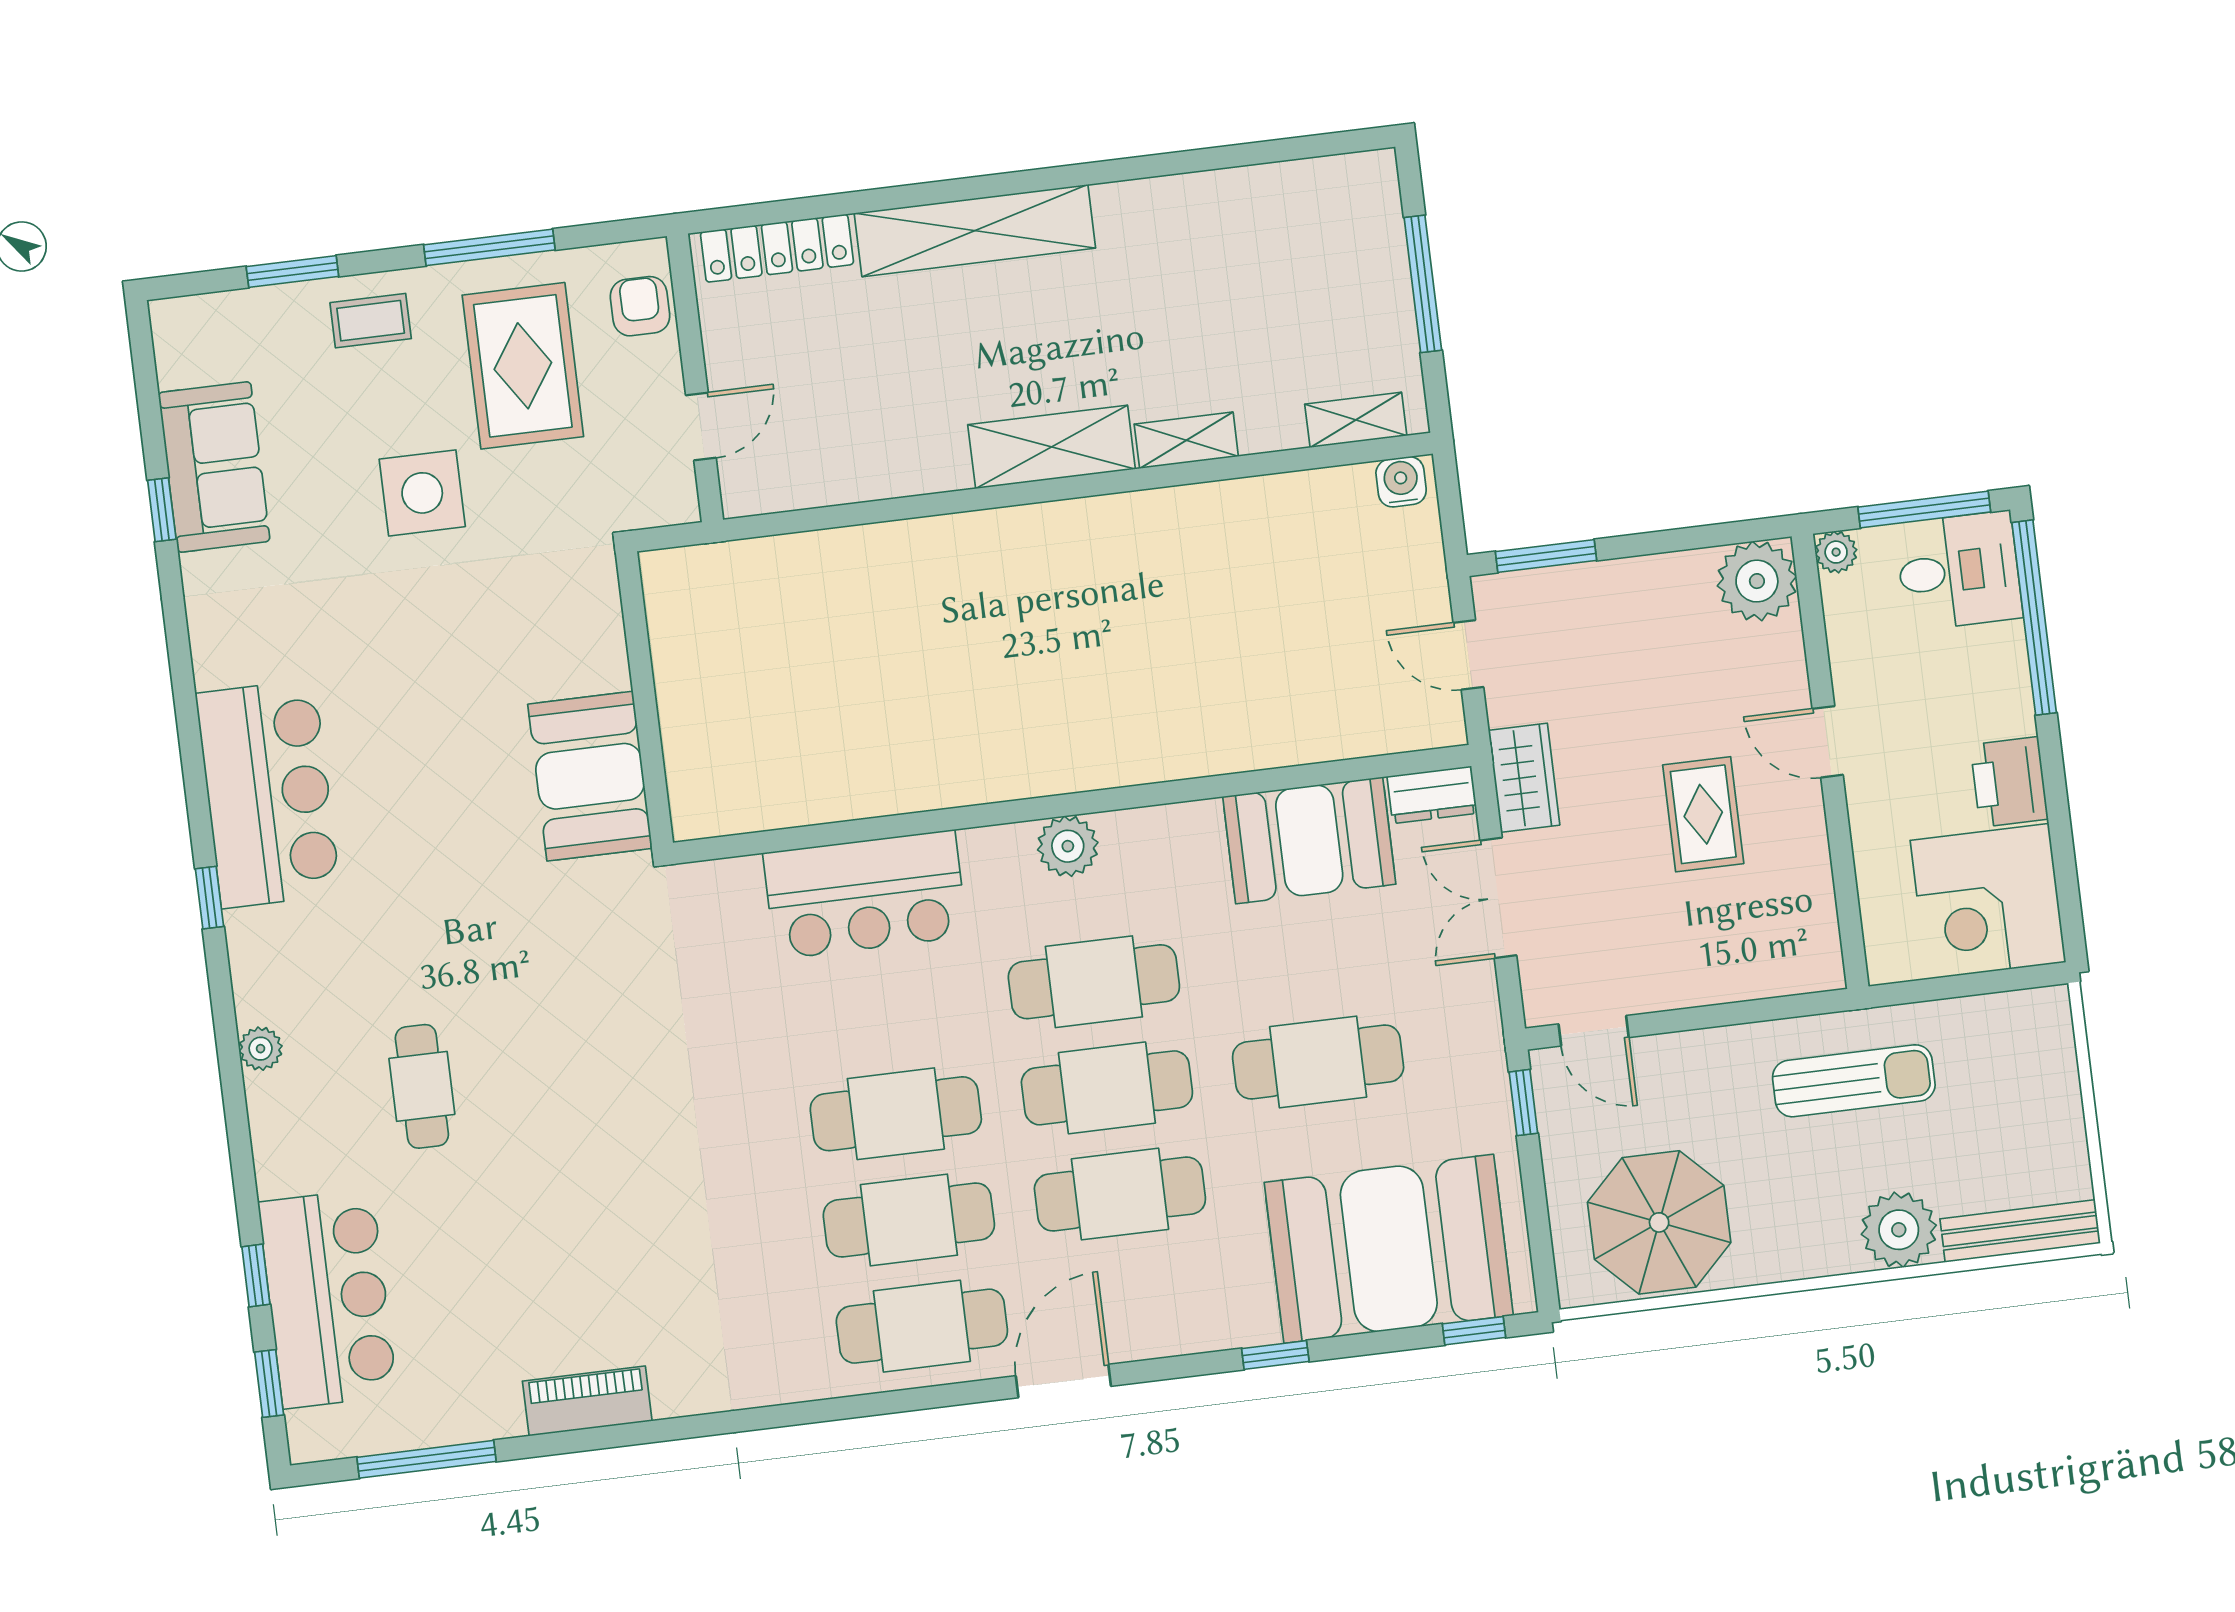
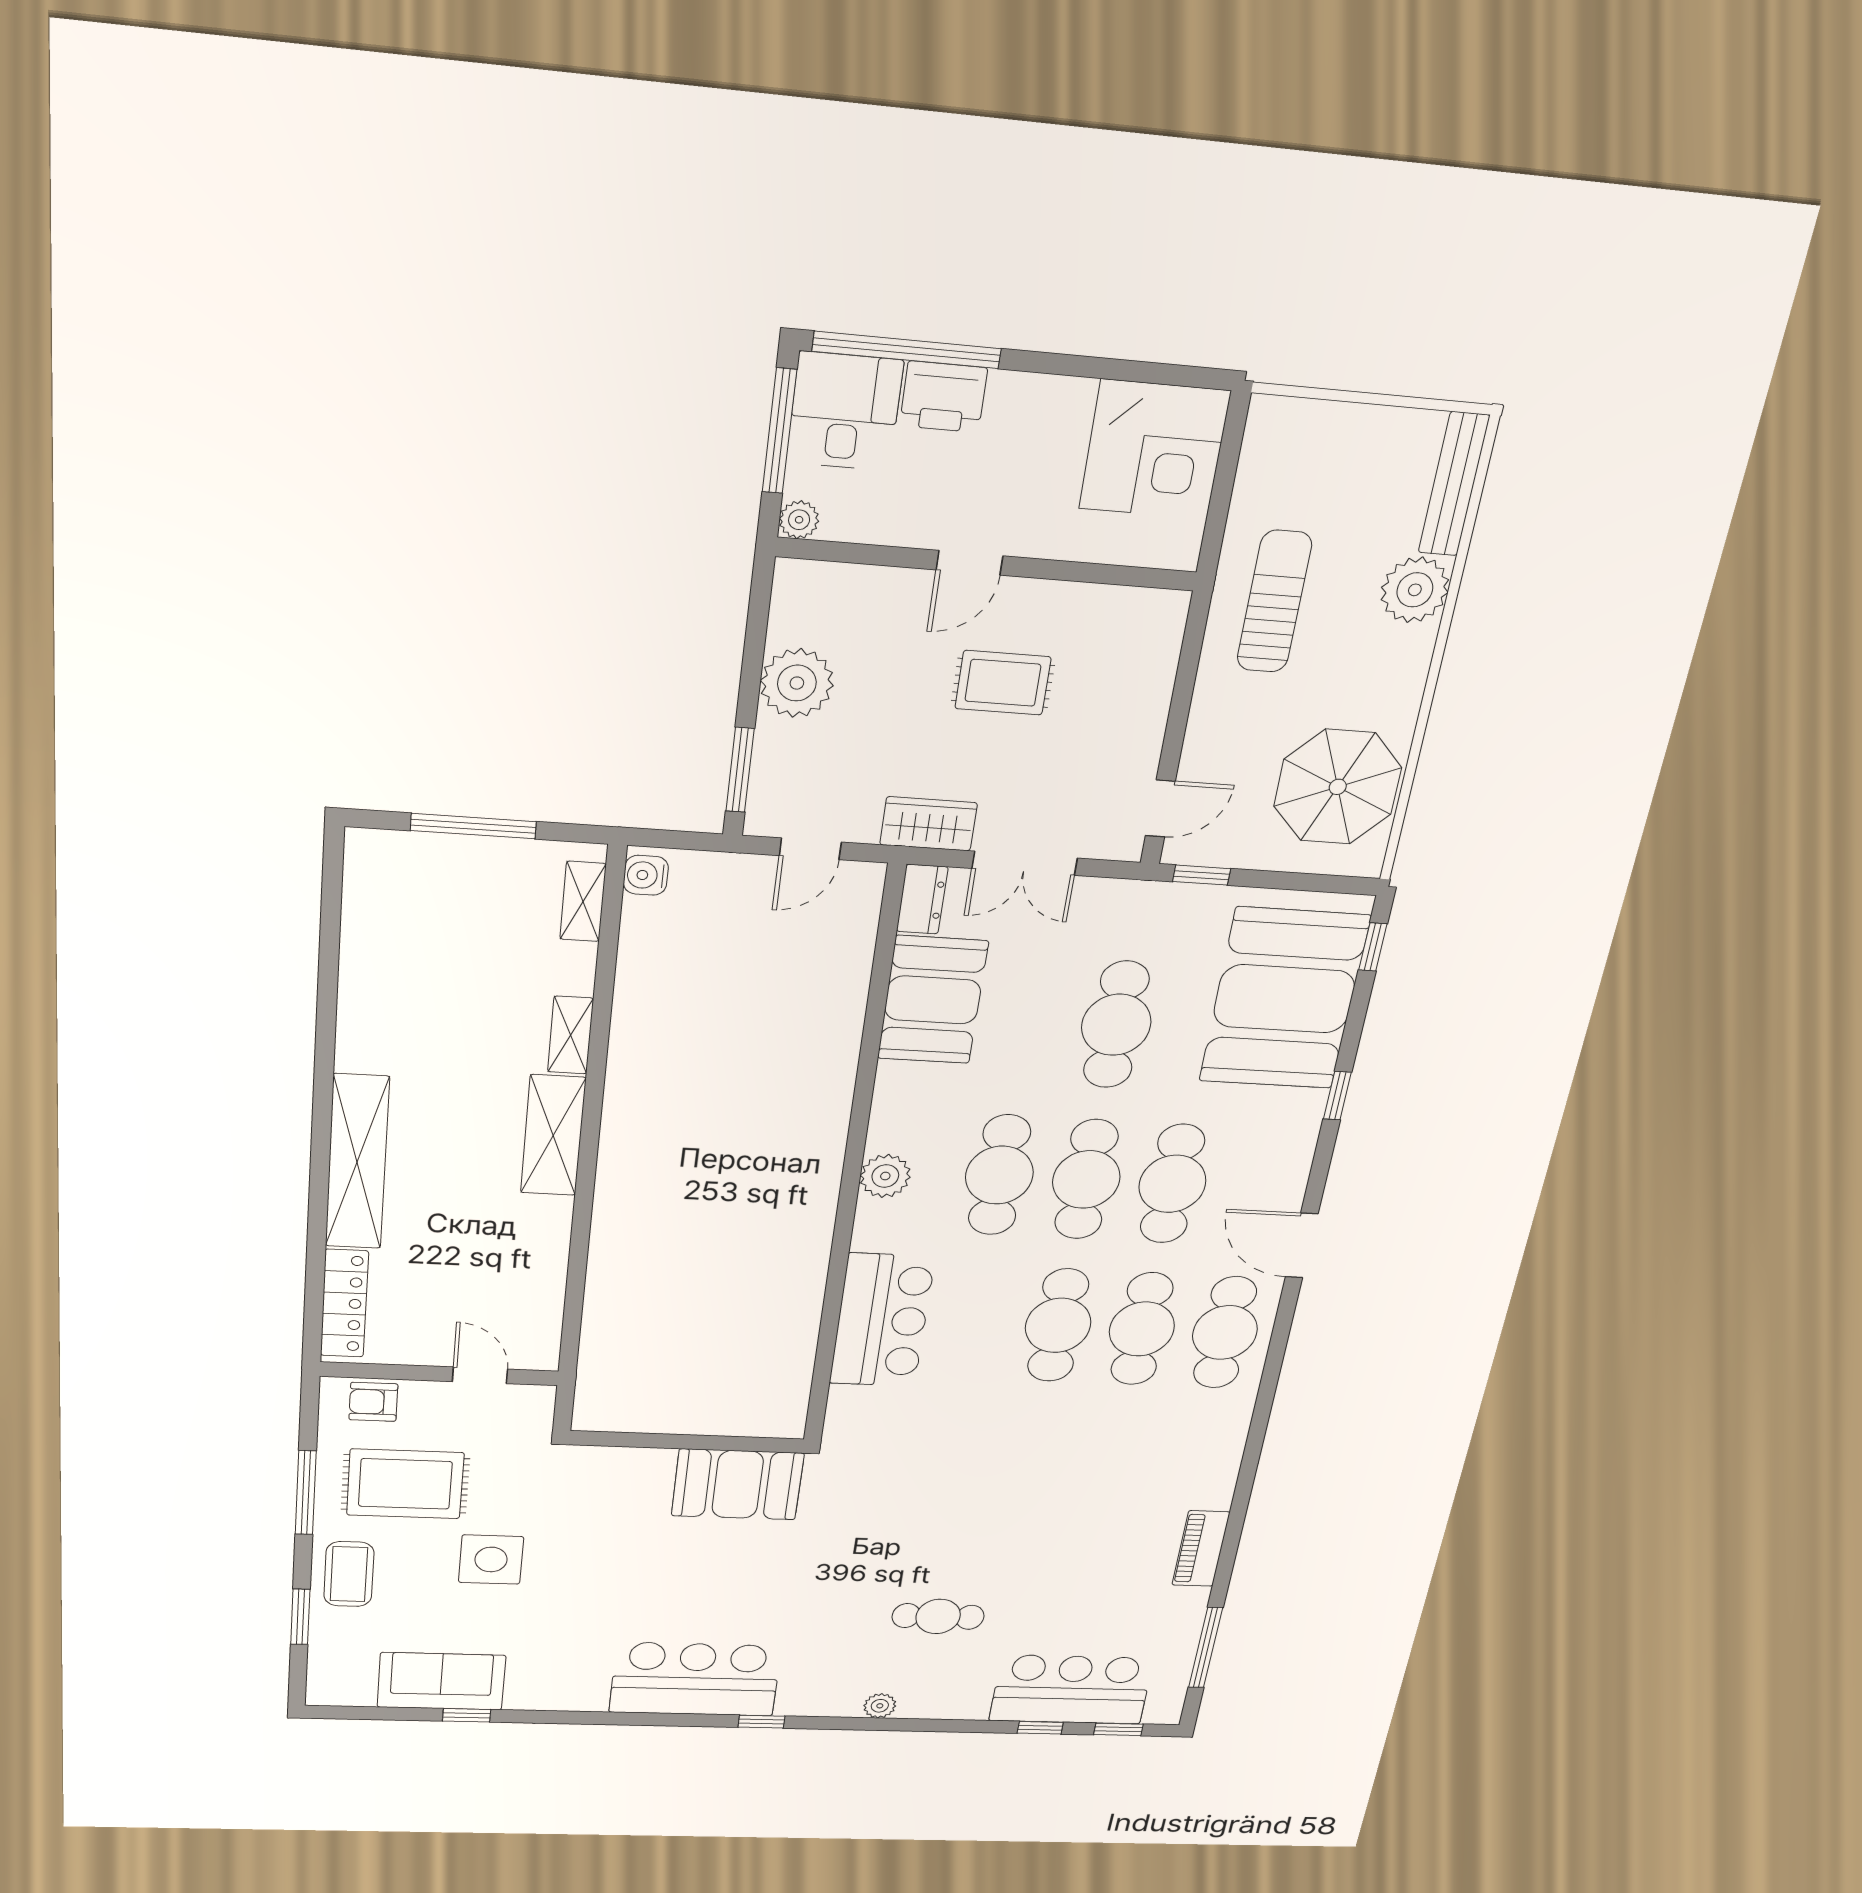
coffee table: (371, 321) -> (349, 1574), width x1.36, depth x1.30
plant: (1757, 581) -> (797, 683), moved
printer: (2009, 782) -> (943, 397), moved

